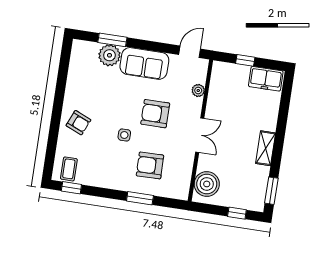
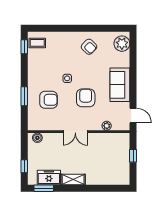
window: (112, 40) -> (133, 60), removed
plant: (109, 55) -> (122, 44), moved
freezer: (266, 79) -> (49, 177), moved, turned 90
armchair: (78, 123) -> (89, 47), moved, turned -69
armchair: (150, 165) -> (48, 100), turned 91
boiler: (207, 184) -> (37, 138), width x0.54, depth x0.54

